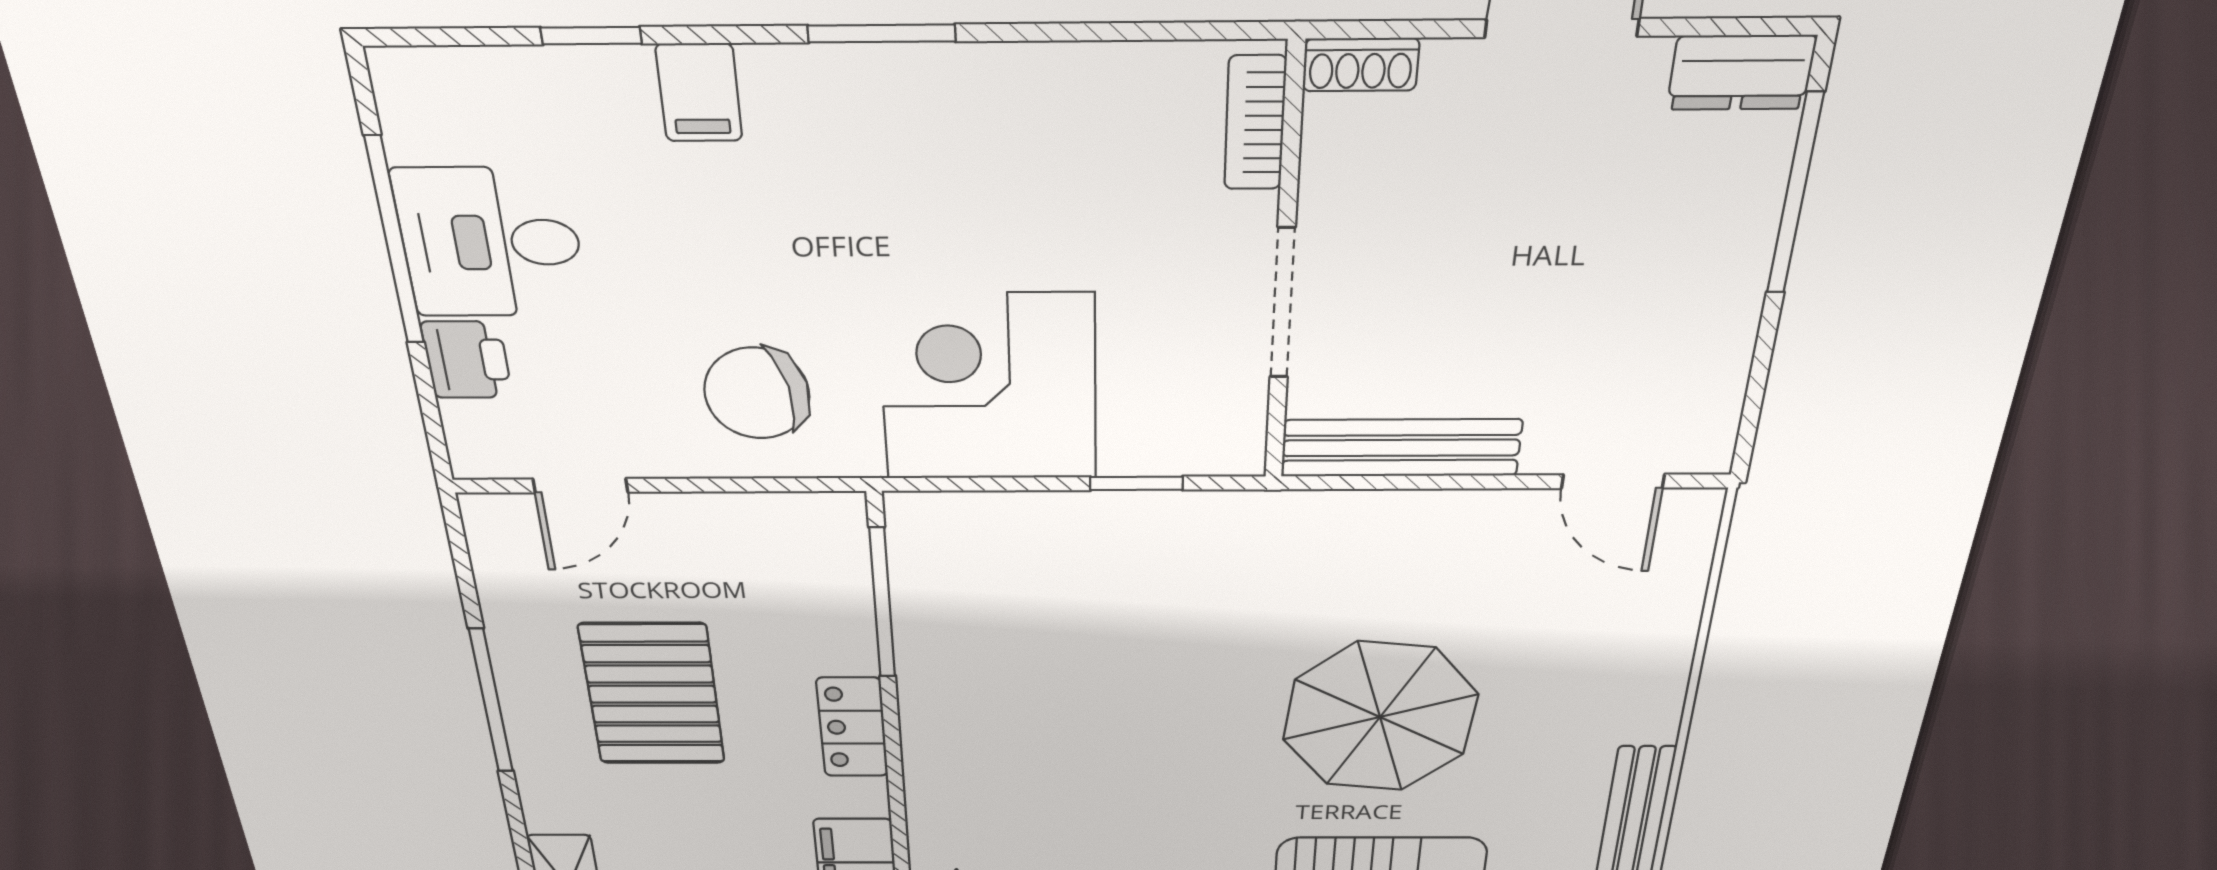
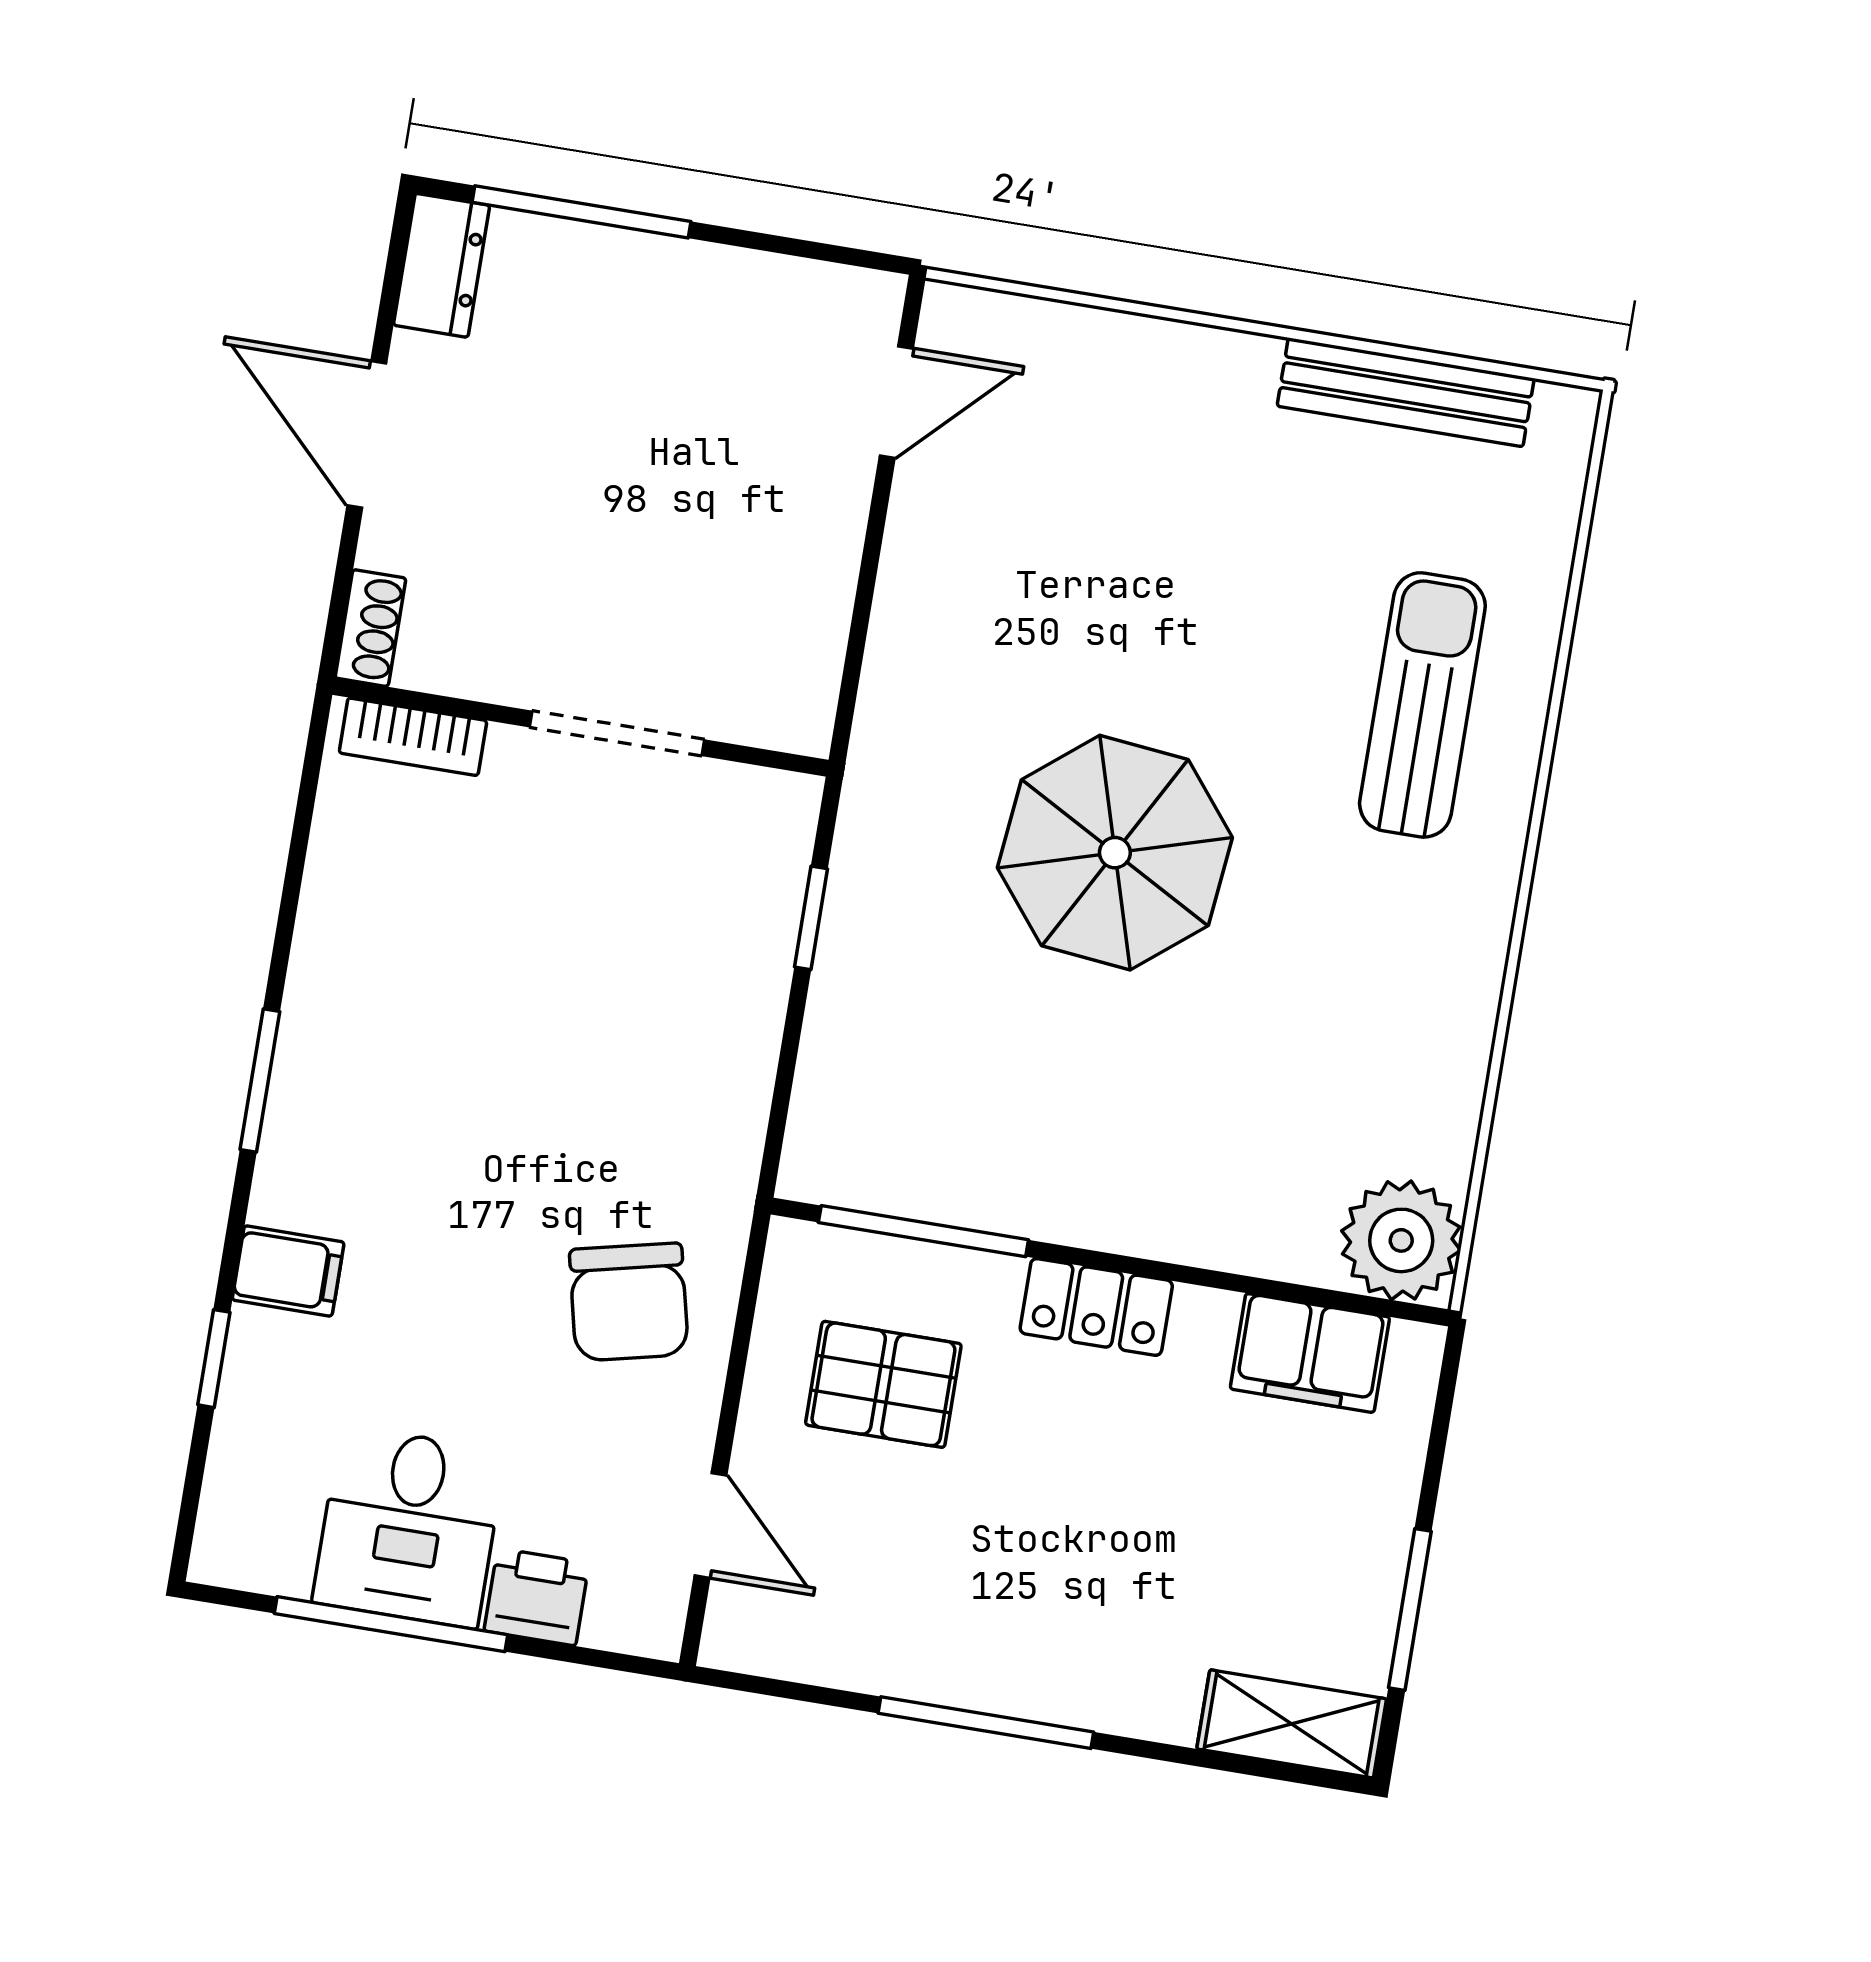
corner desk: (989, 387) -> (664, 1055), removed
bench: (1401, 448) -> (814, 627), removed
pallet: (652, 694) -> (883, 1384), moved, width x0.67, depth x0.71
parasol: (1380, 717) -> (1115, 853), moved

